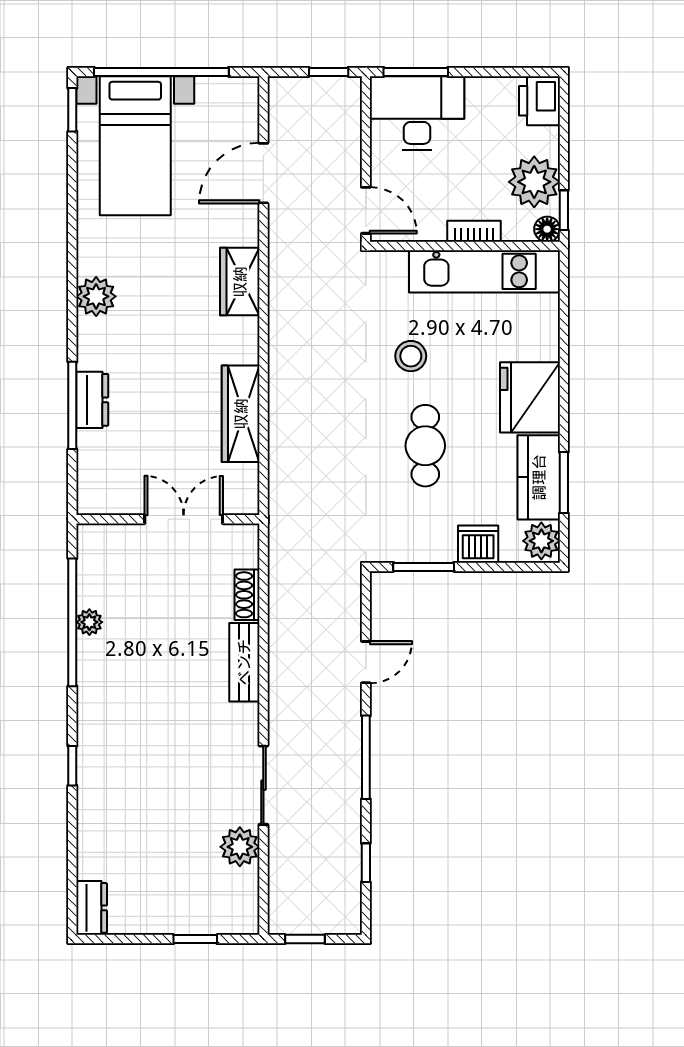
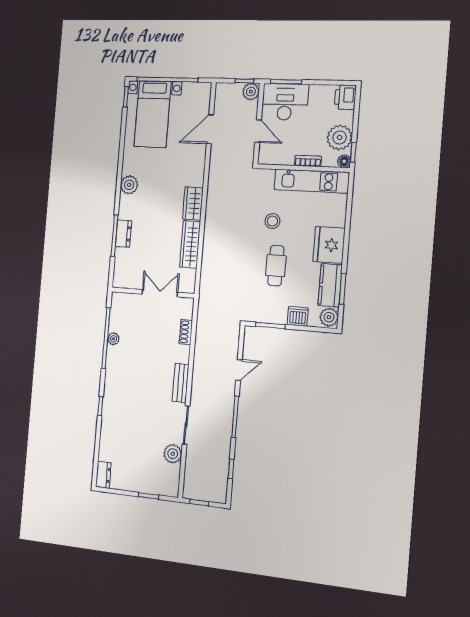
plant: (344, 94) -> (251, 92), added
door: (366, 210) -> (258, 131), moved
wardrobe: (240, 282) -> (193, 203), moved
bench: (244, 662) -> (181, 383), moved

